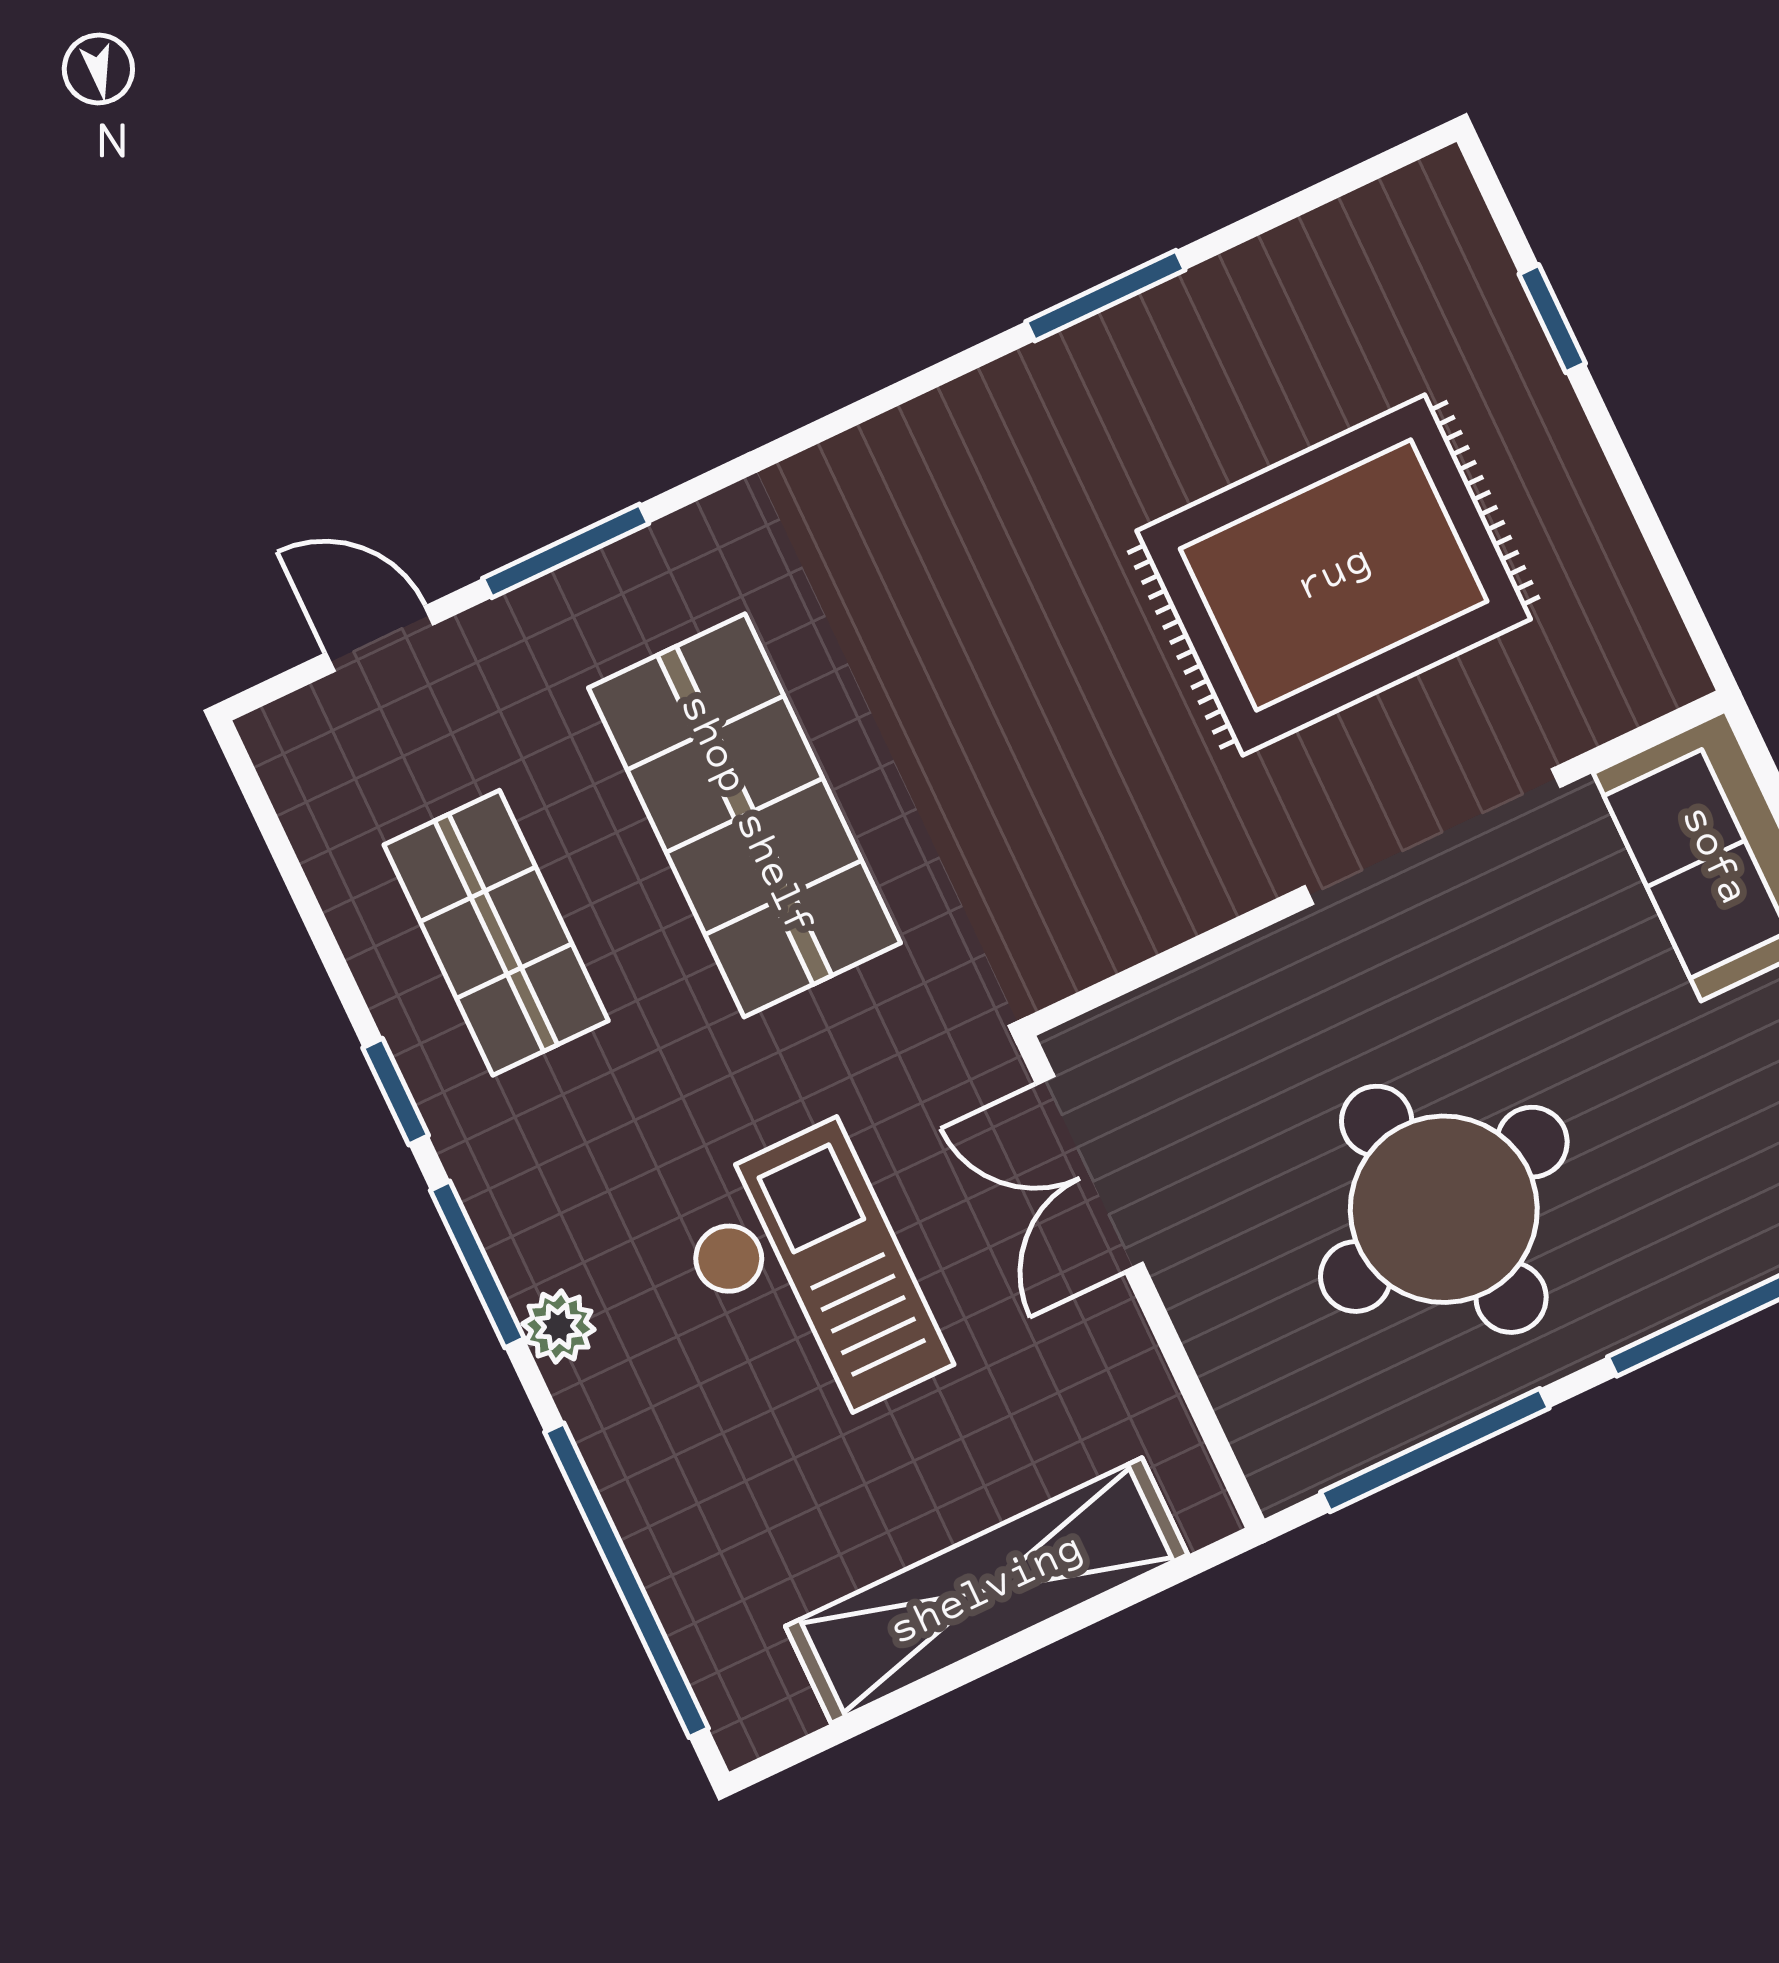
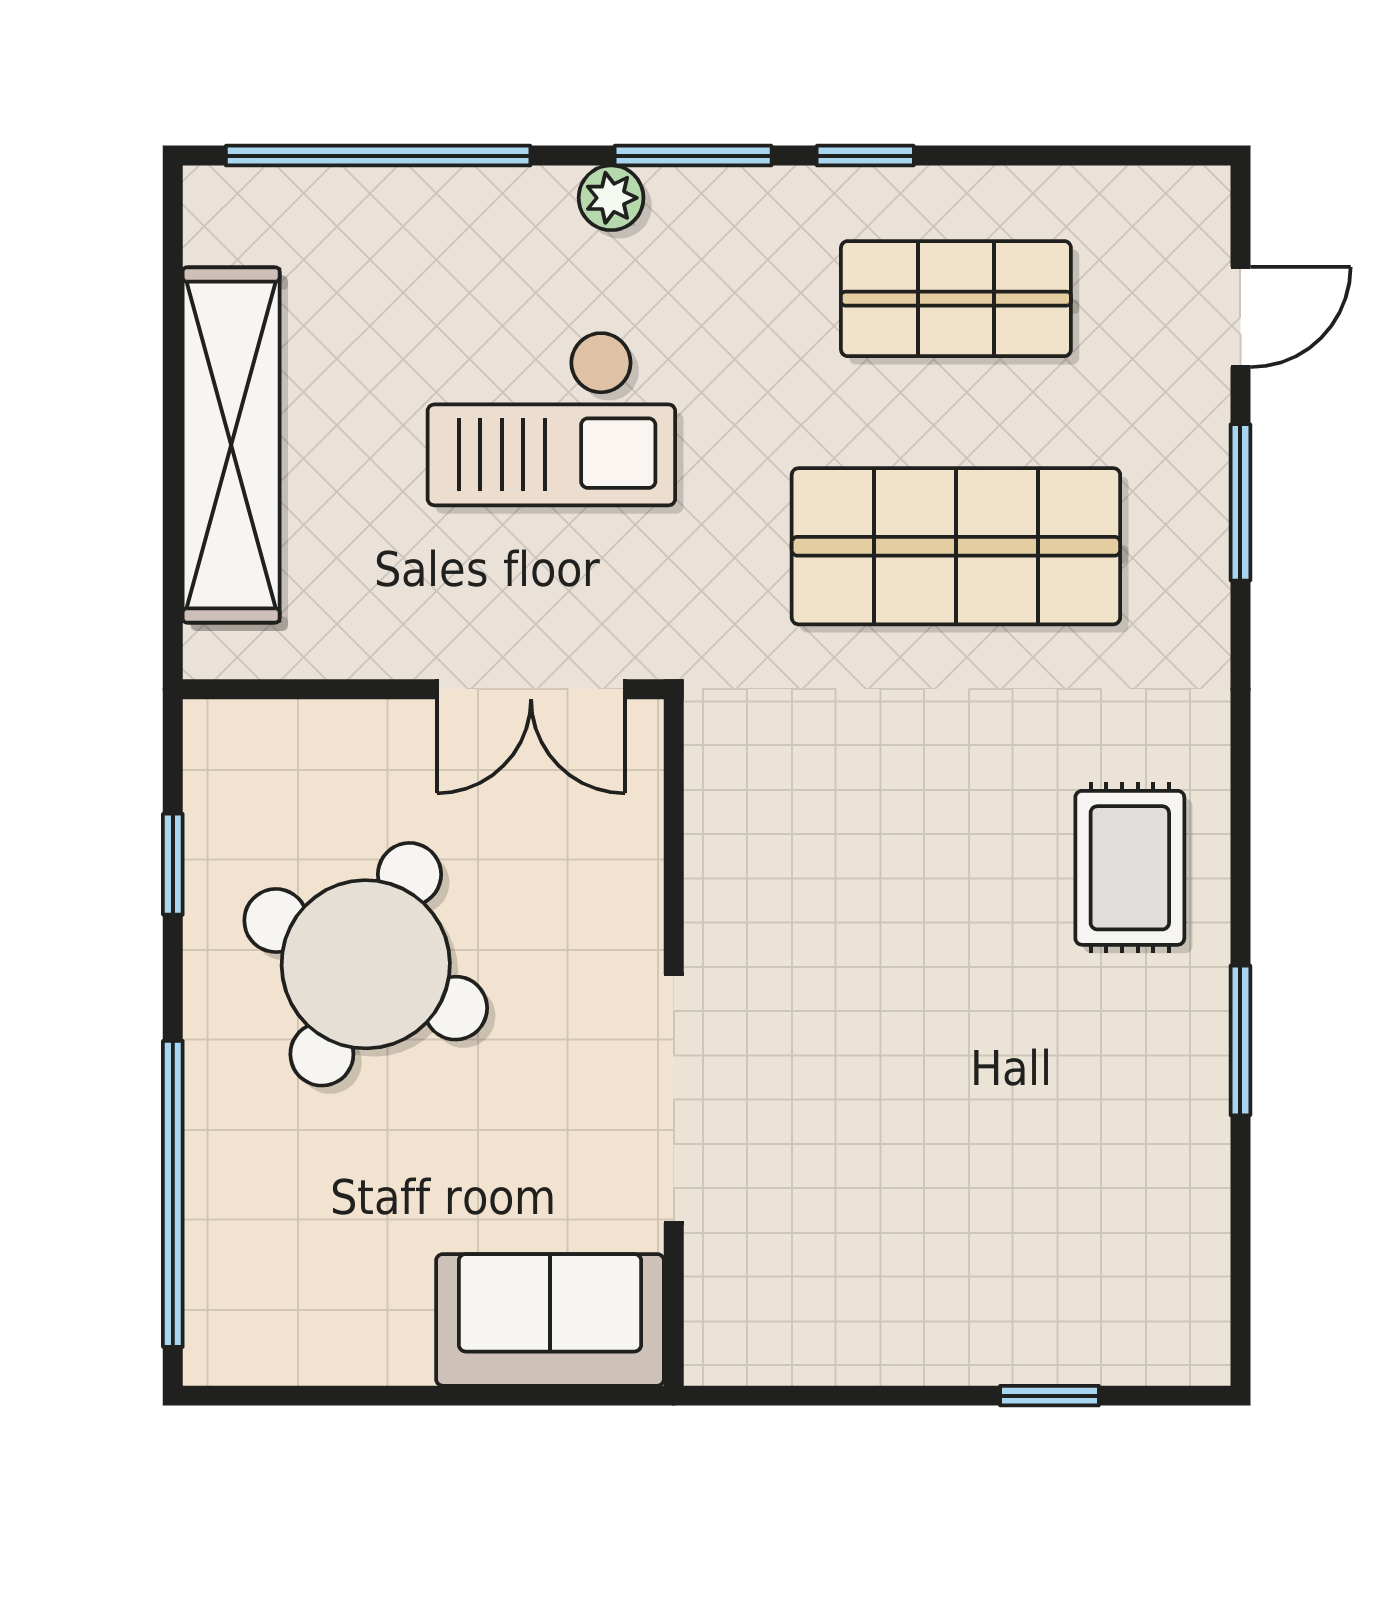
rug: (1334, 575) -> (1130, 868), moved, width x0.54, depth x0.49
double door: (1090, 1174) -> (531, 689), swing flipped
round table: (1444, 1209) -> (366, 964), turned 38
window: (1435, 1450) -> (173, 864), width x0.46

